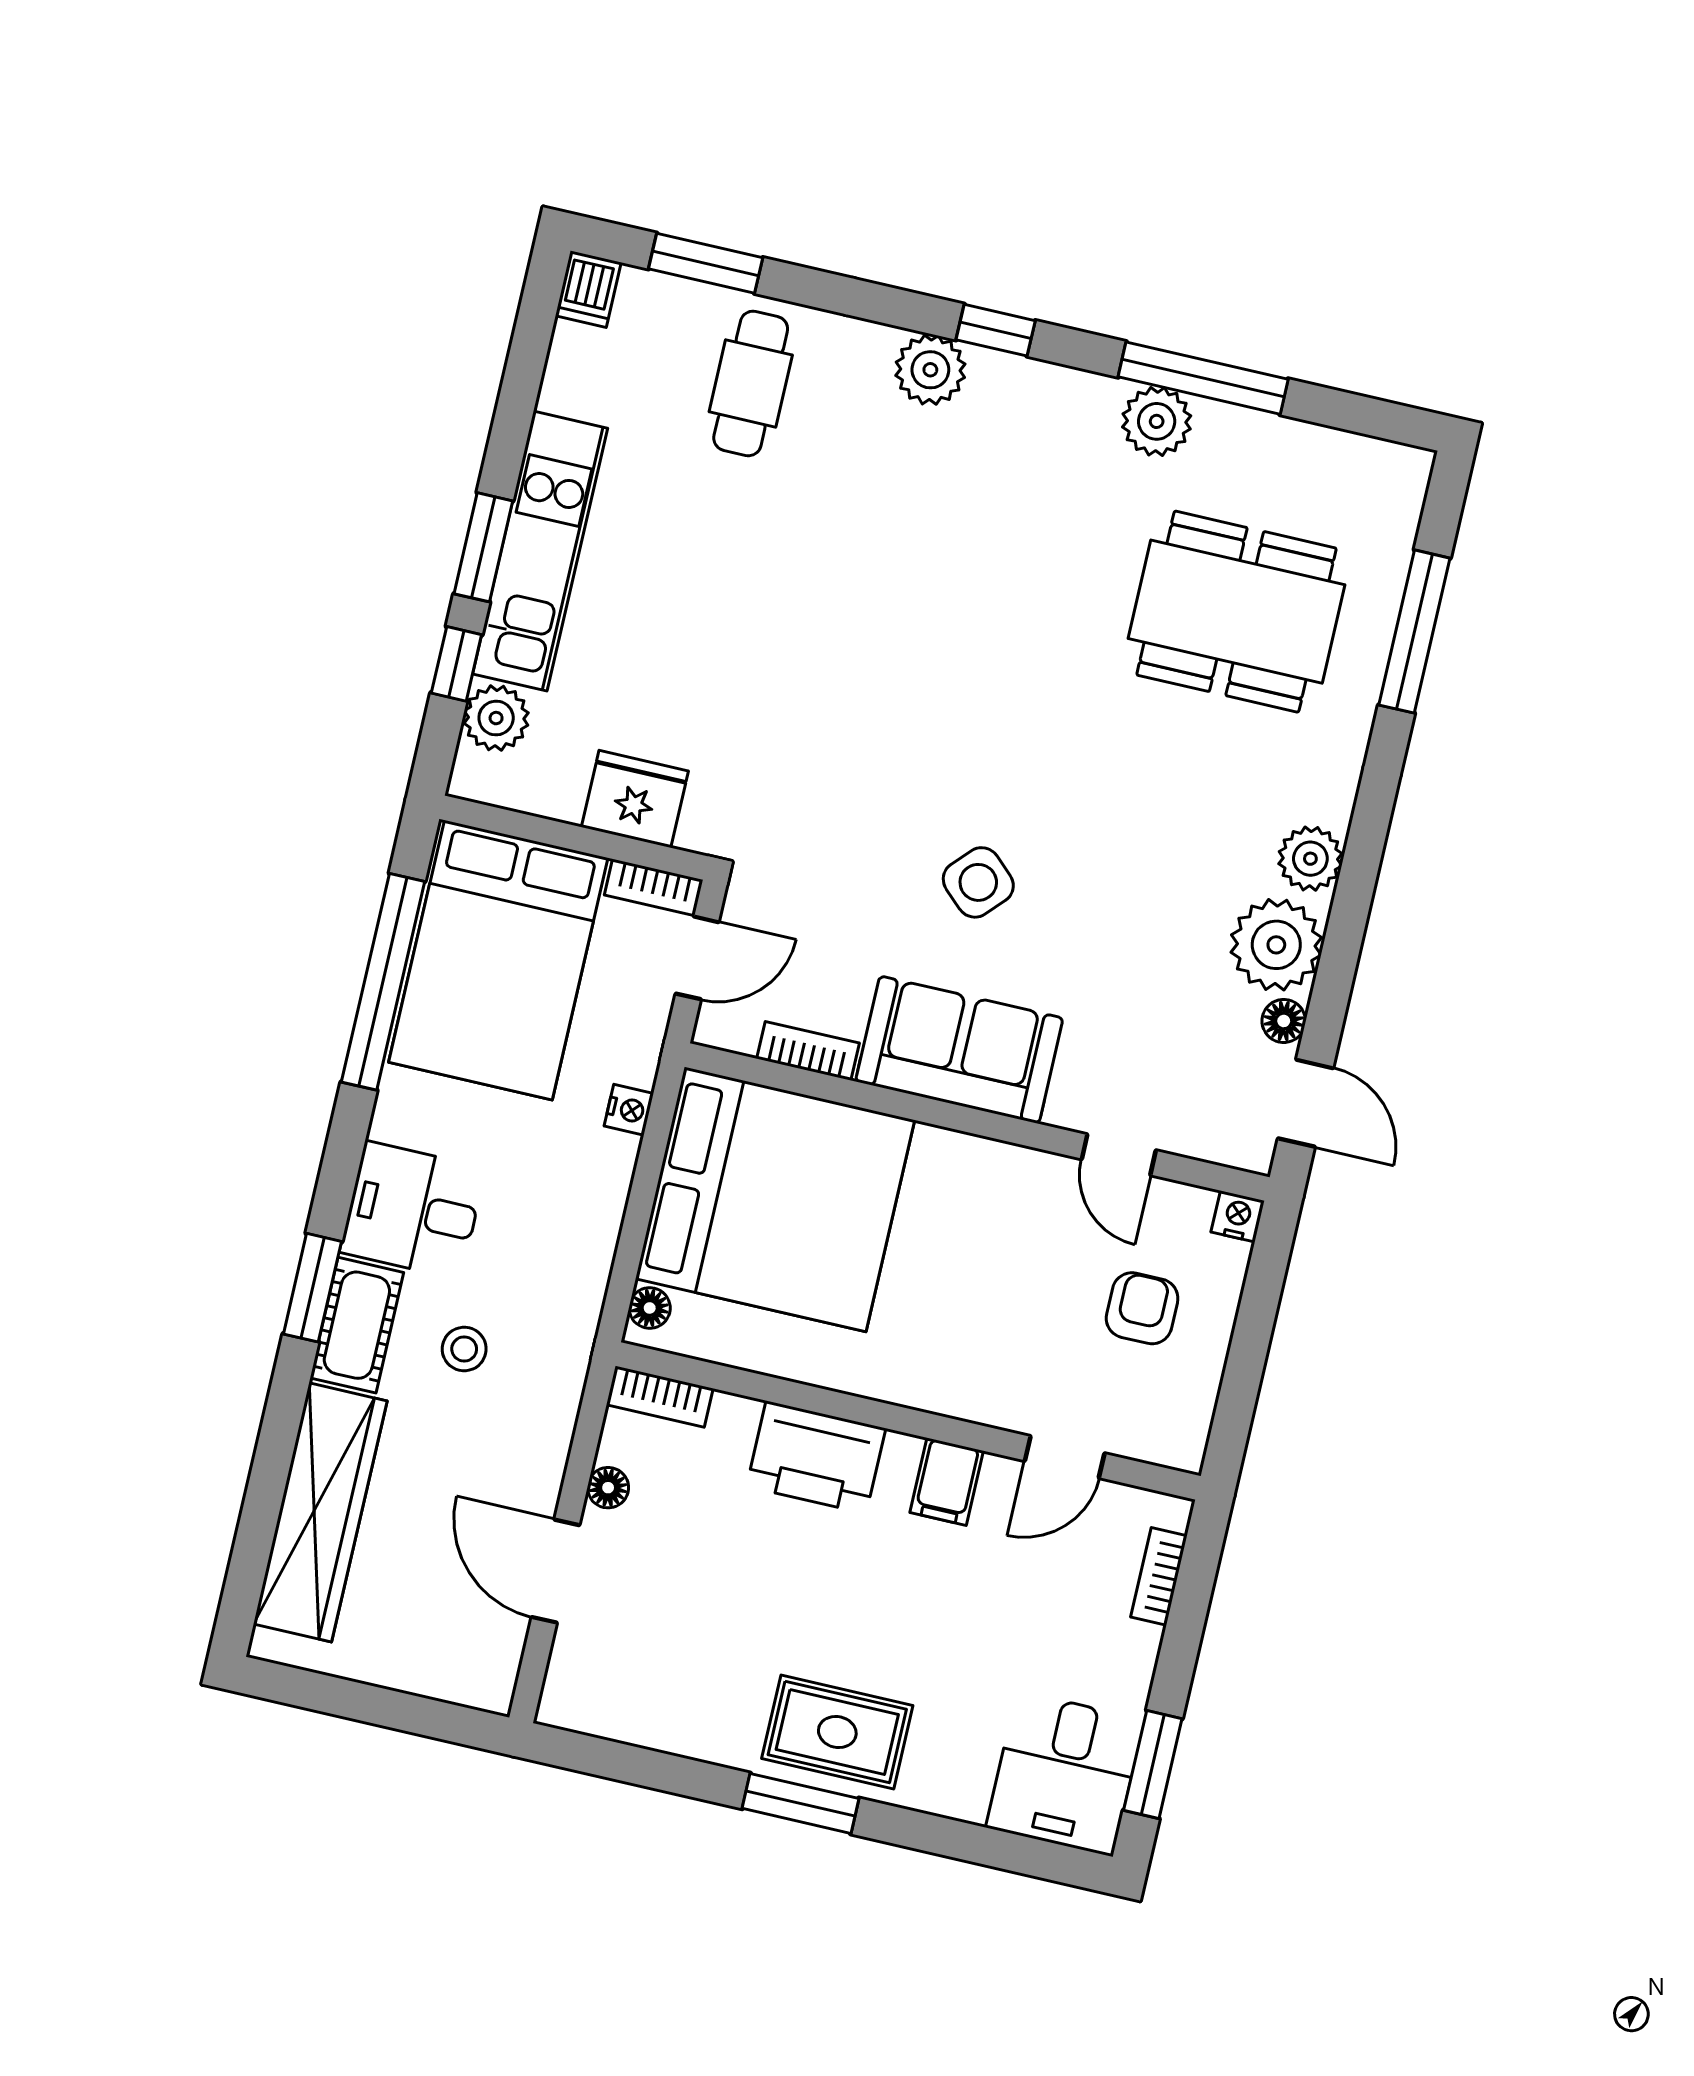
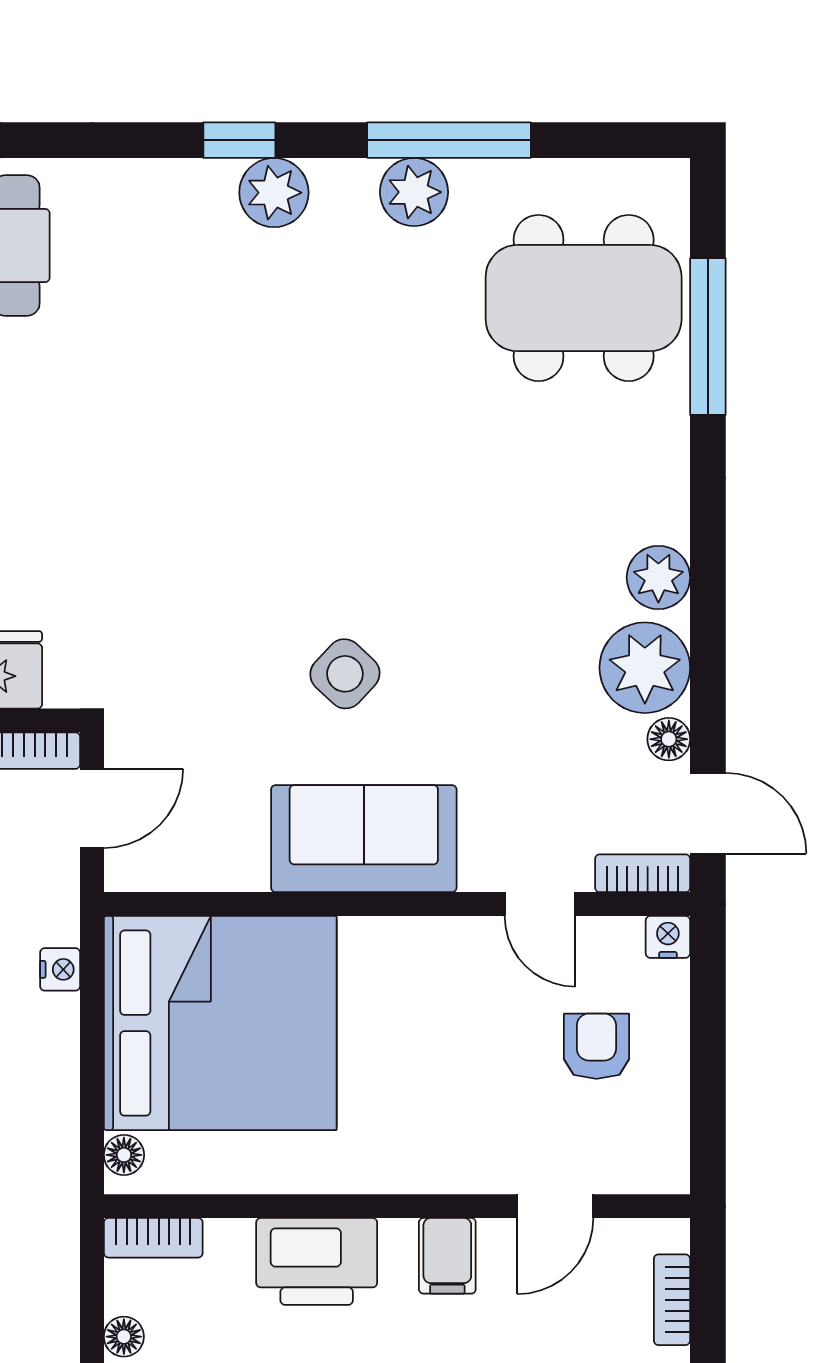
plant: (930, 370) -> (274, 193), moved
dining table: (1237, 612) -> (584, 298), moved
bookcase: (808, 1051) -> (643, 873), moved

